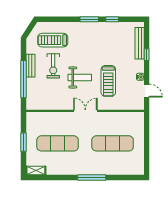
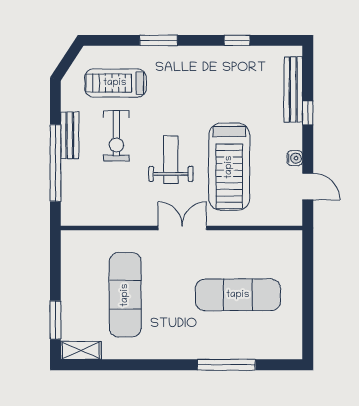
window: (89, 19) -> (159, 40), moved
weight bench: (80, 77) -> (171, 160), turned -90
treadmill: (108, 81) -> (229, 167), width x1.37, depth x1.38
window: (23, 142) -> (55, 320), moved
exercise mat: (58, 143) -> (125, 295), turned 90
window: (92, 178) -> (226, 365), moved

